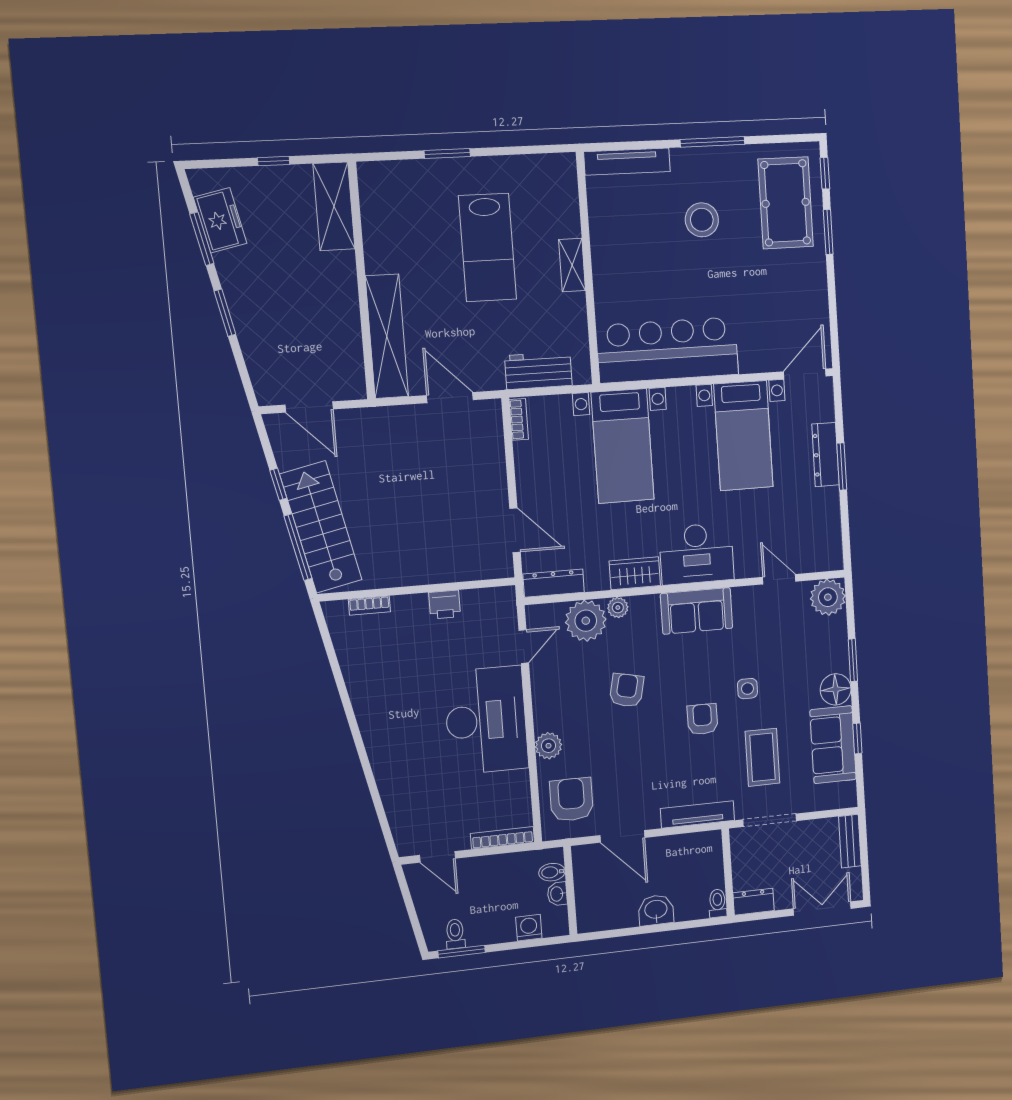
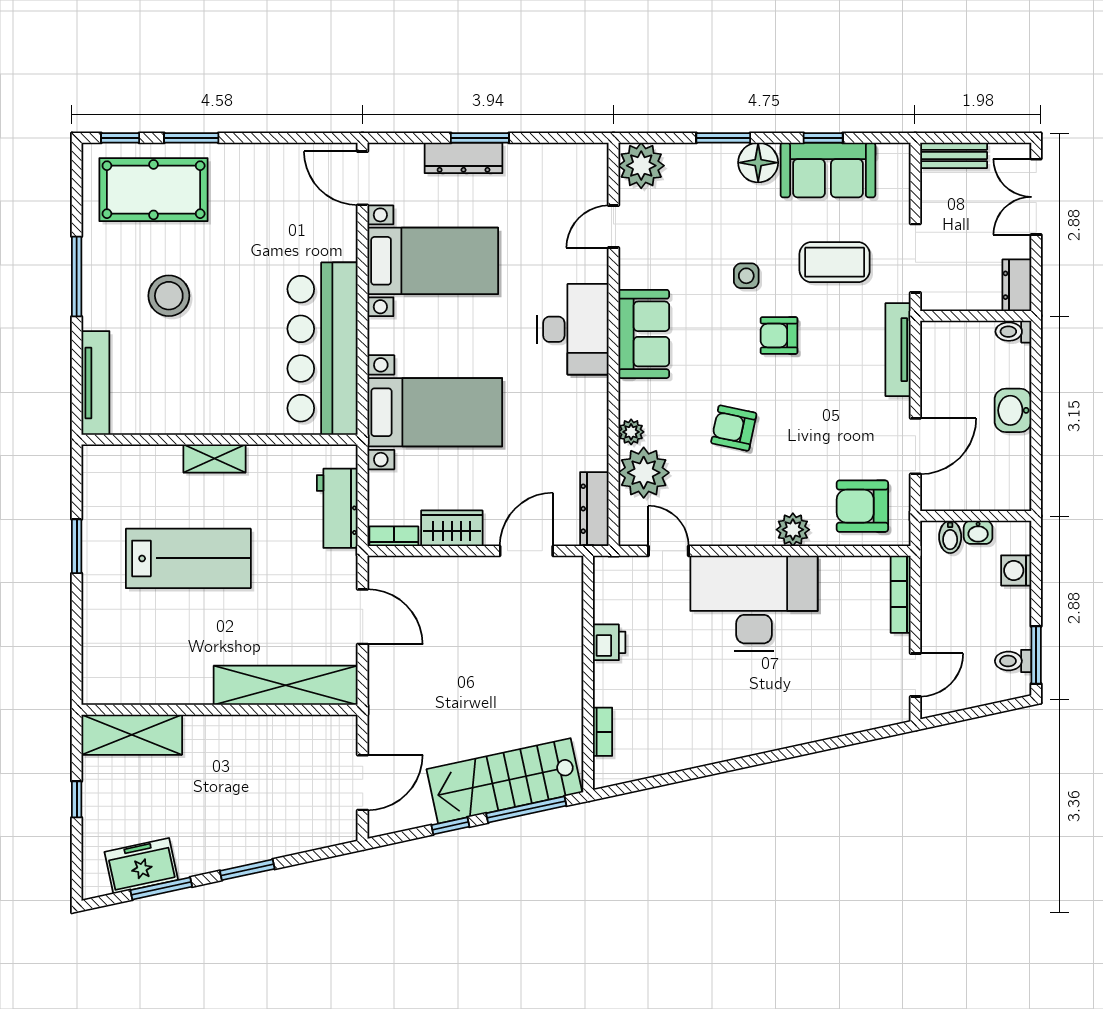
window: (447, 153) -> (77, 546), moved
door: (450, 398) -> (363, 617), swing flipped
wardrobe: (635, 573) -> (452, 528), moved, turned 90

